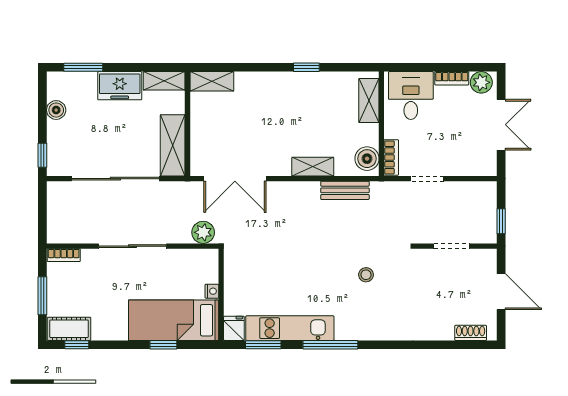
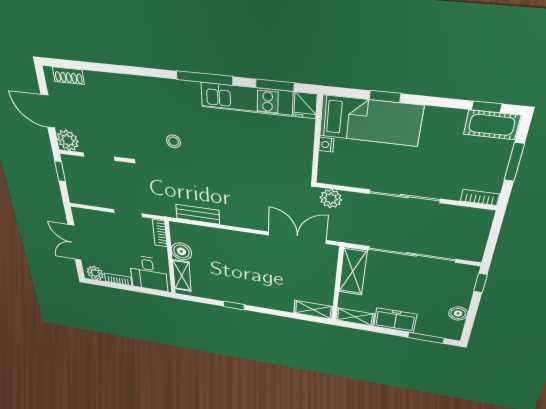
boiler: (367, 159) -> (181, 251), moved
shelving: (313, 167) -> (227, 236), removed
plant: (485, 261) -> (68, 140), added

